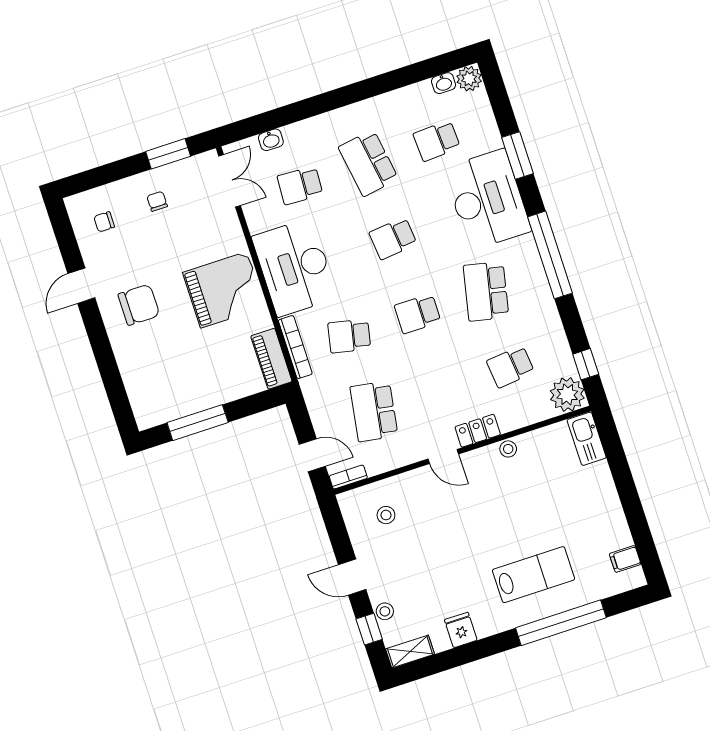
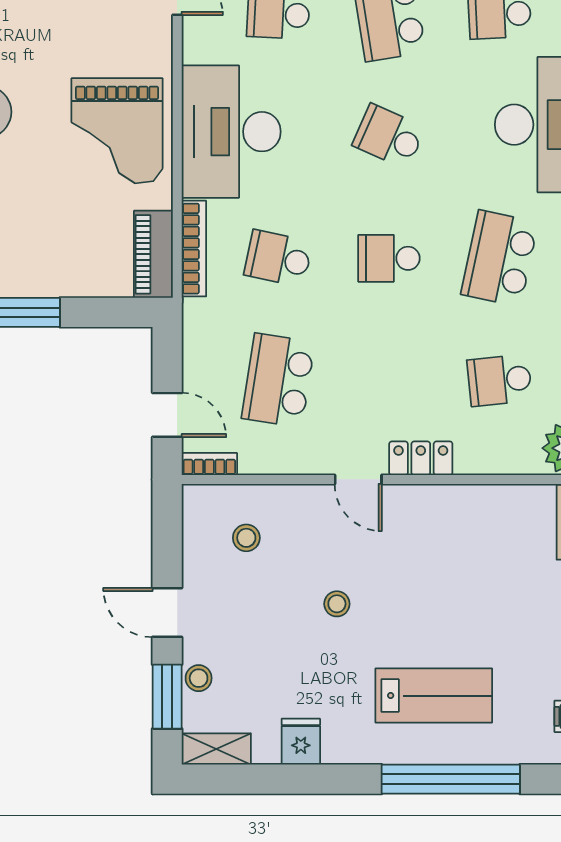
school desk: (393, 238) -> (389, 136), turned 30
grand piano: (224, 290) -> (117, 131), turned 90
stool: (508, 449) -> (337, 604), moved
window: (369, 629) -> (167, 697), width x1.50

